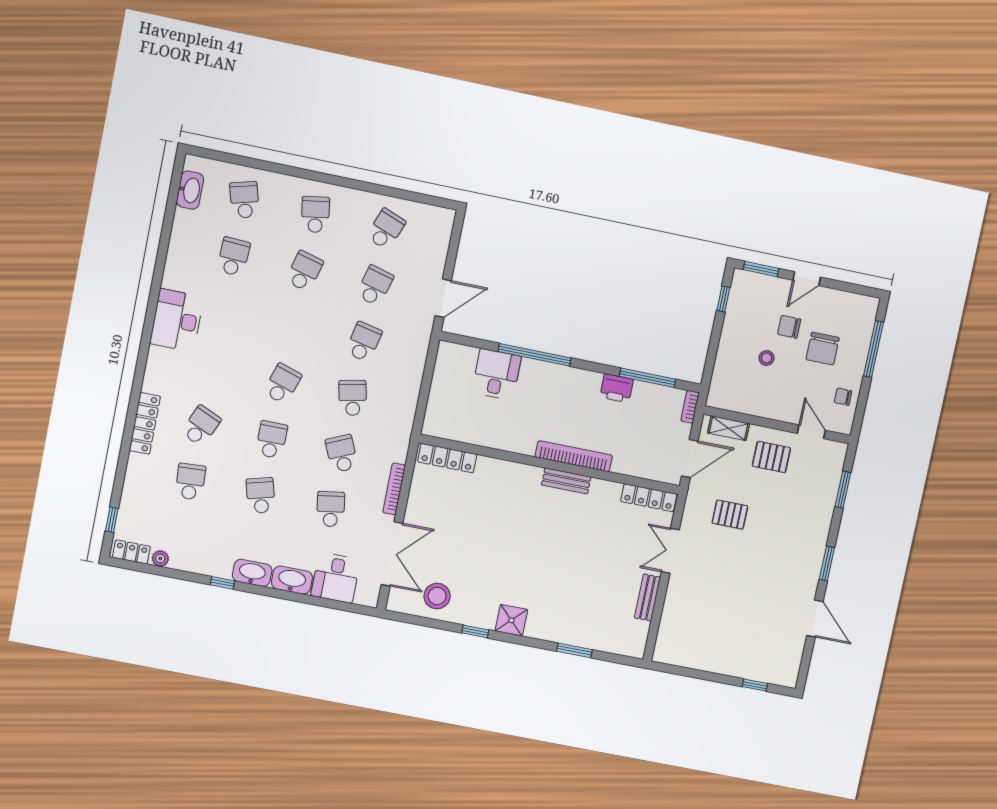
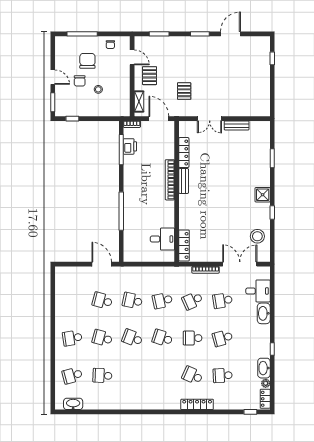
school desk: (386, 229) -> (132, 338), moved
desk: (177, 320) -> (141, 398), removed
chair: (823, 349) -> (87, 61), turned -90
desk: (496, 374) -> (162, 239), moved, turned 180
printer: (617, 388) -> (130, 146), moved
door: (811, 432) -> (132, 57), swing flipped
locker: (649, 498) -> (184, 153), moved
washbasin: (252, 573) -> (264, 368), moved

